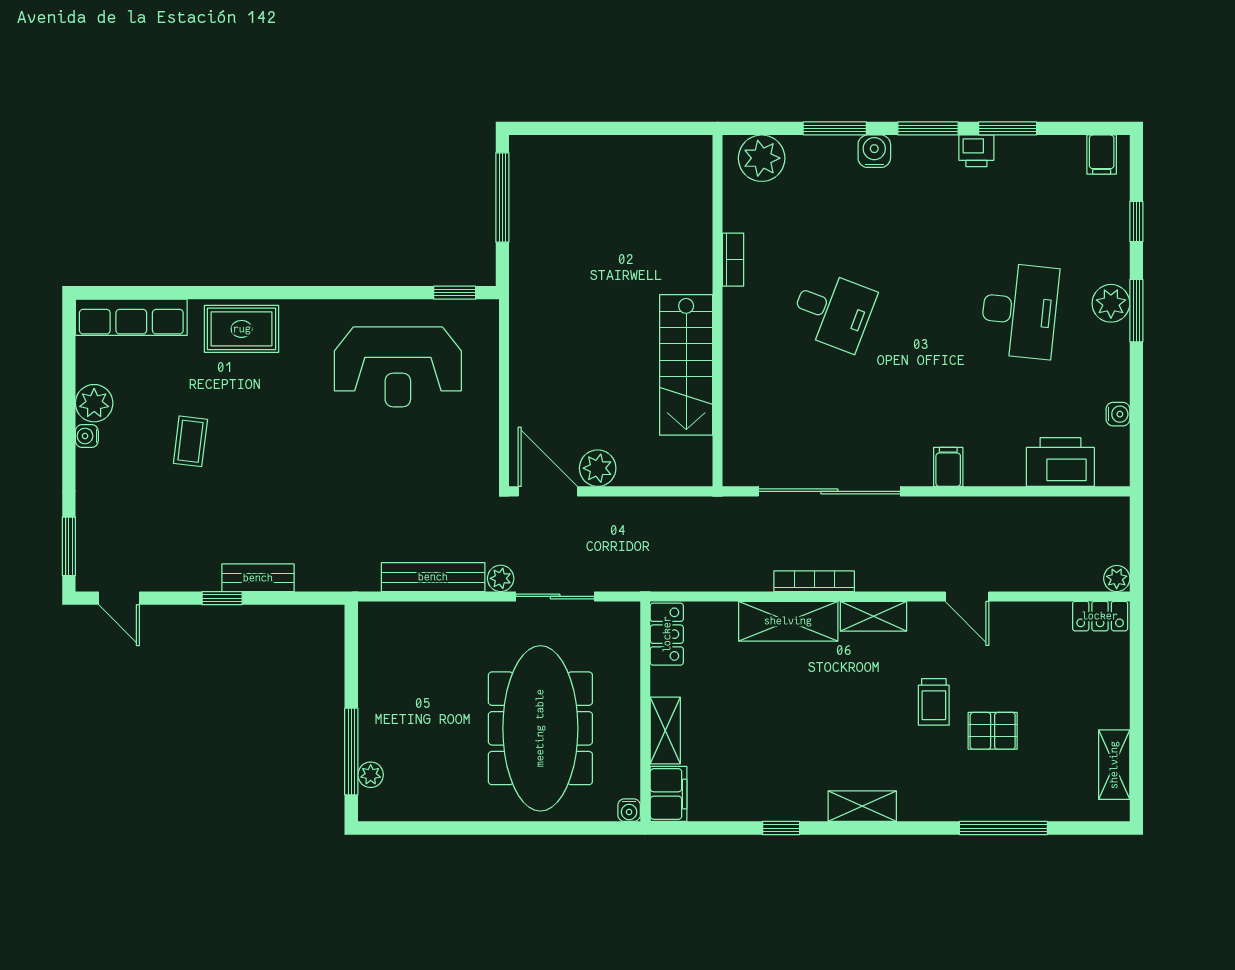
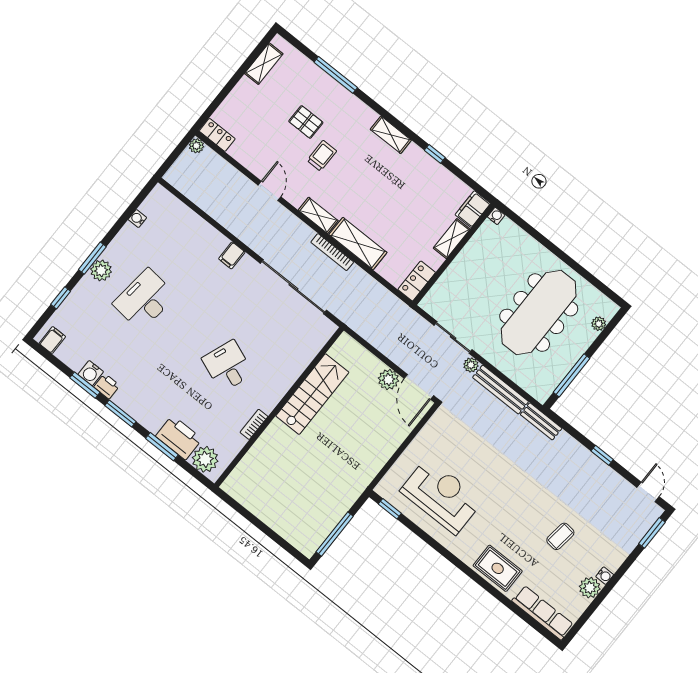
water cooler: (874, 151) -> (91, 373), moved
printer: (1060, 462) -> (179, 438), moved, turned 180
bench: (258, 578) -> (541, 421), moved
meeting table: (540, 728) -> (539, 313), moved
window: (351, 751) -> (572, 375), moved

